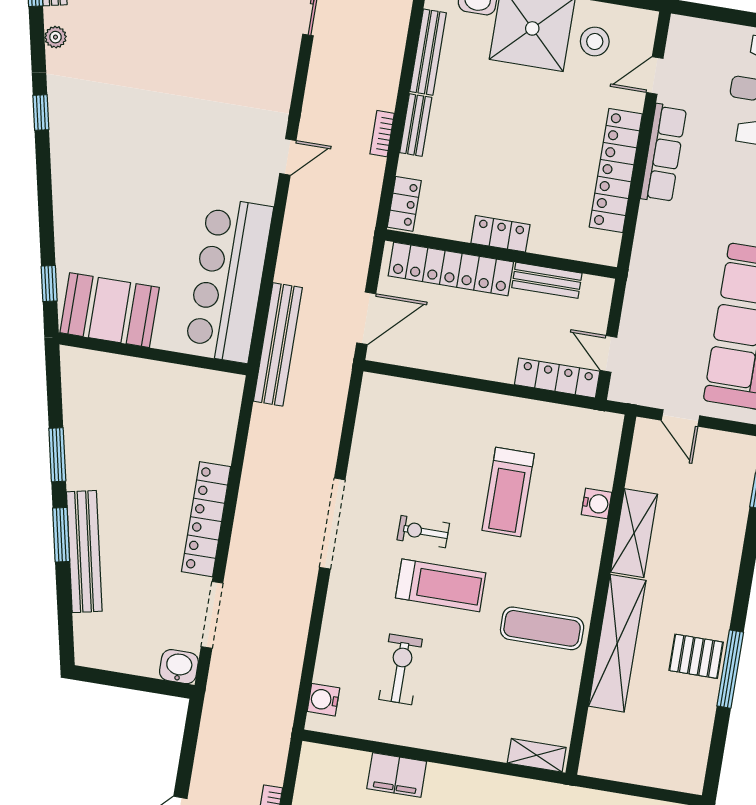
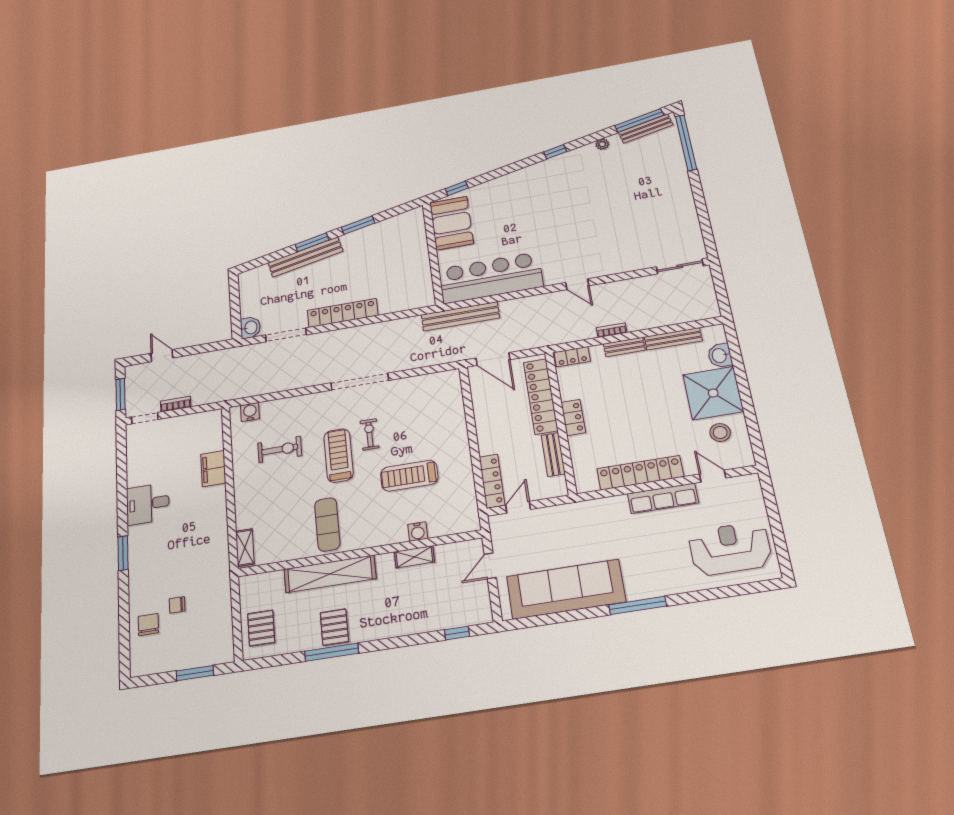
shelving: (634, 533) -> (414, 557), width x0.67, depth x0.75
treadmill: (441, 585) -> (339, 455), turned 180
pallet: (664, 759) -> (261, 628), added

